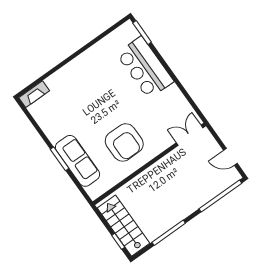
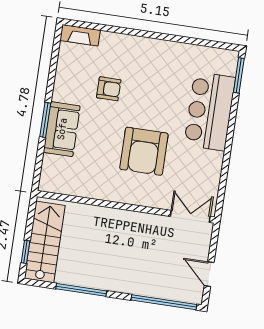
armchair: (78, 108) -> (109, 89), added
armchair: (124, 142) -> (144, 151), moved
sofa: (78, 161) -> (62, 129), width x0.73

